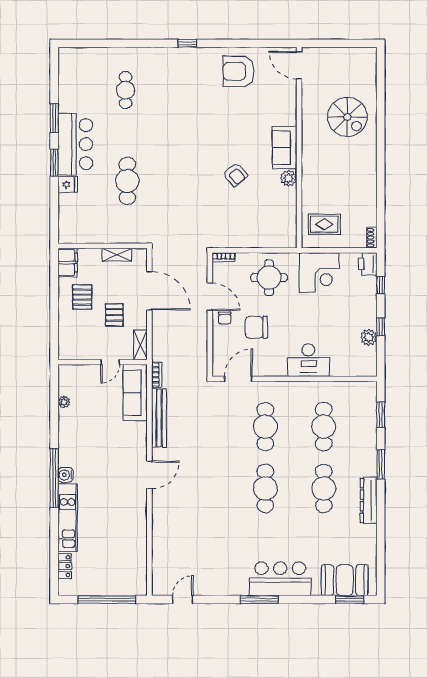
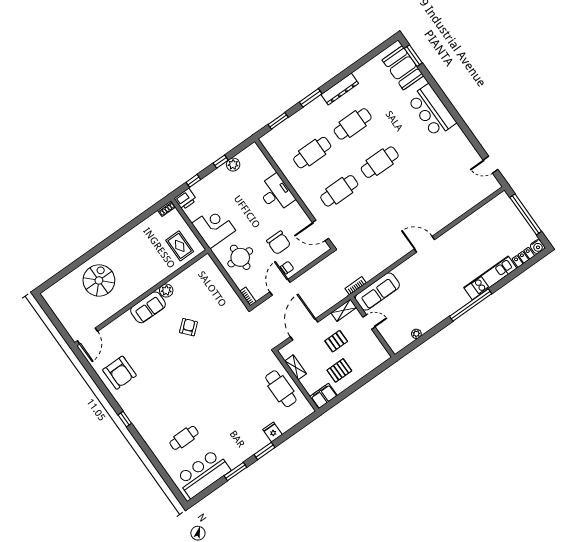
bar counter: (75, 144) -> (203, 474), moved
cafe table: (127, 181) -> (281, 389), moved, turned 90
bench: (159, 418) -> (383, 264), removed
water cooler: (65, 475) -> (537, 247), moved
window: (260, 600) -> (455, 115), removed

